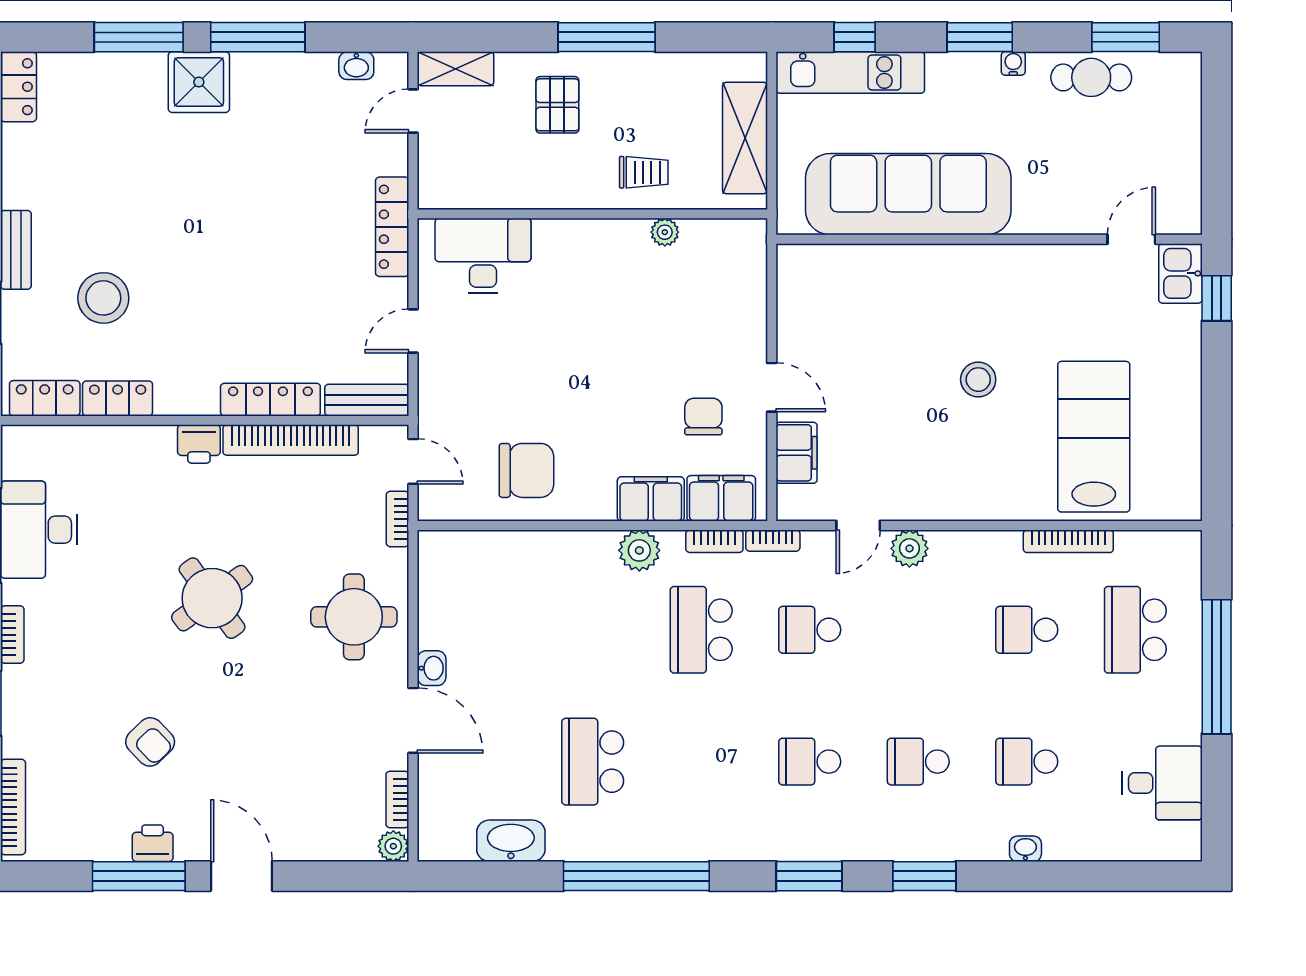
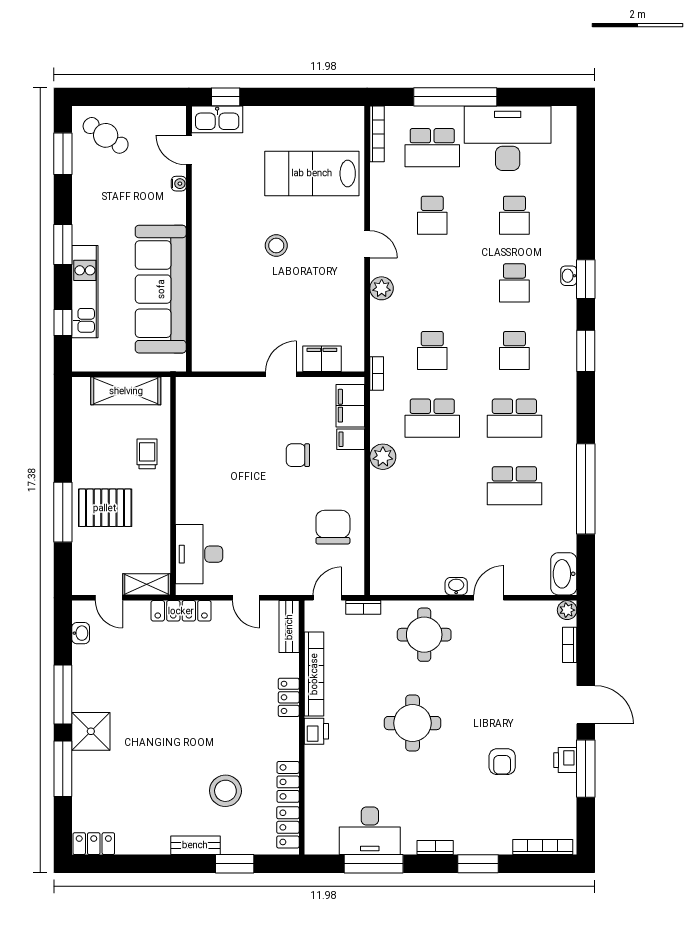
window: (607, 37) -> (63, 512), moved
water cooler: (1013, 63) -> (179, 184), moved, turned 180
shelving: (456, 69) -> (147, 584), moved, turned 90
kitchen unit: (850, 72) -> (85, 292), moved
cafe table: (1091, 77) -> (106, 135), moved, turned -56
pallet: (557, 105) -> (105, 508), width x1.50, depth x1.42
plant: (665, 232) -> (184, 441), removed
kitchen sink: (1180, 273) -> (217, 119), width x1.38
locker: (270, 400) -> (289, 697), width x0.66
chair: (703, 417) -> (298, 455), moved
filing cabinet: (651, 499) -> (351, 439), width x0.50
door: (858, 525) -> (367, 244), moved
bookcase: (714, 541) -> (377, 410), removed
bookcase: (1068, 541) -> (377, 134), moved
round table: (212, 598) -> (413, 723), turned 36
door: (413, 720) -> (489, 598), width x0.73
armchair: (150, 742) -> (502, 762), turned 134
school desk: (701, 762) -> (514, 418), added
desk: (1162, 783) -> (508, 138), width x1.87, depth x1.30
bookcase: (397, 799) -> (570, 645), moved, turned 90
washbasin: (511, 841) -> (564, 574), moved
washbasin: (1025, 849) -> (569, 276), moved
door: (241, 876) -> (586, 705), swing flipped
window: (636, 876) -> (586, 489), moved

